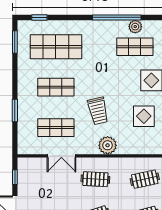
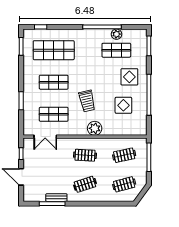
double door: (61, 156) -> (45, 137), moved

